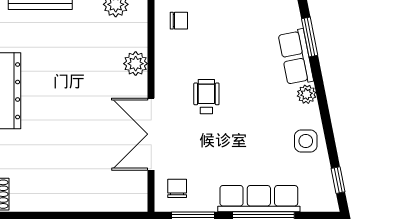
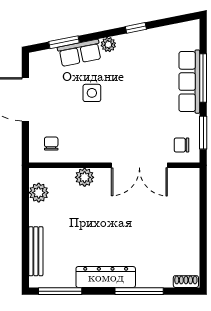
wheelchair: (206, 97) -> (110, 122), removed
side table: (306, 141) -> (92, 93), moved
window: (338, 180) -> (136, 28), moved

